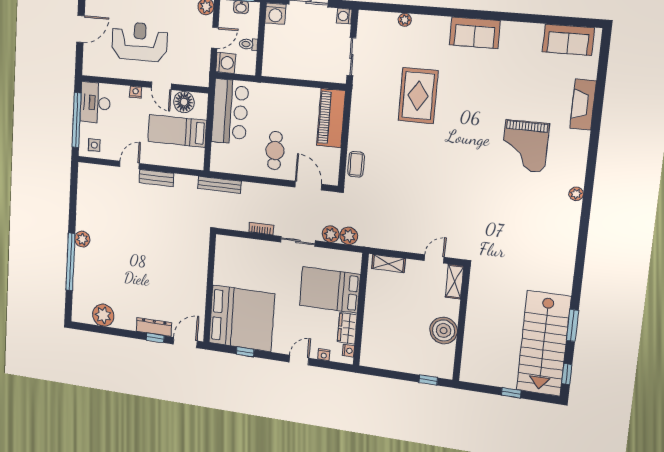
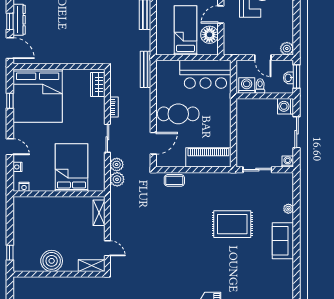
sofa: (475, 33) -> (283, 241), moved
washing machine: (226, 63) -> (247, 85), moved, turned 180
cafe table: (275, 151) -> (178, 114), width x1.37, depth x1.35
wardrobe: (347, 328) -> (98, 84), moved, turned -90

